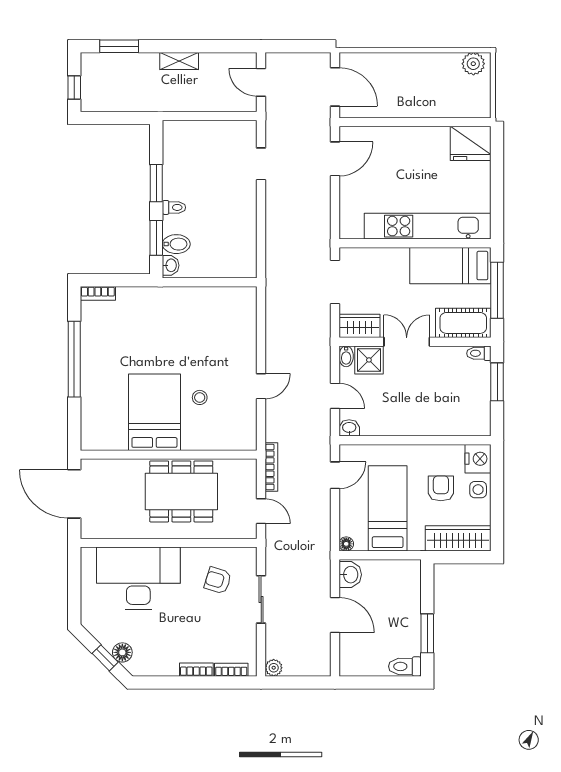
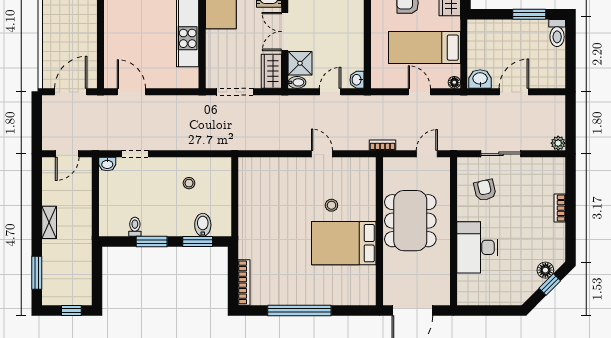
toilet: (174, 207) -> (135, 227), moved
stool: (226, 228) -> (189, 183), added
washbasin: (171, 265) -> (107, 164), moved, turned 180
bookcase: (98, 293) -> (244, 282), width x1.56
bookcase: (271, 467) -> (382, 145), width x0.64
door: (335, 475) -> (419, 92), moved
desk: (138, 578) -> (477, 247), width x0.73, depth x0.77
armchair: (218, 580) -> (485, 190), turned 150
bookcase: (231, 670) -> (560, 179), removed

